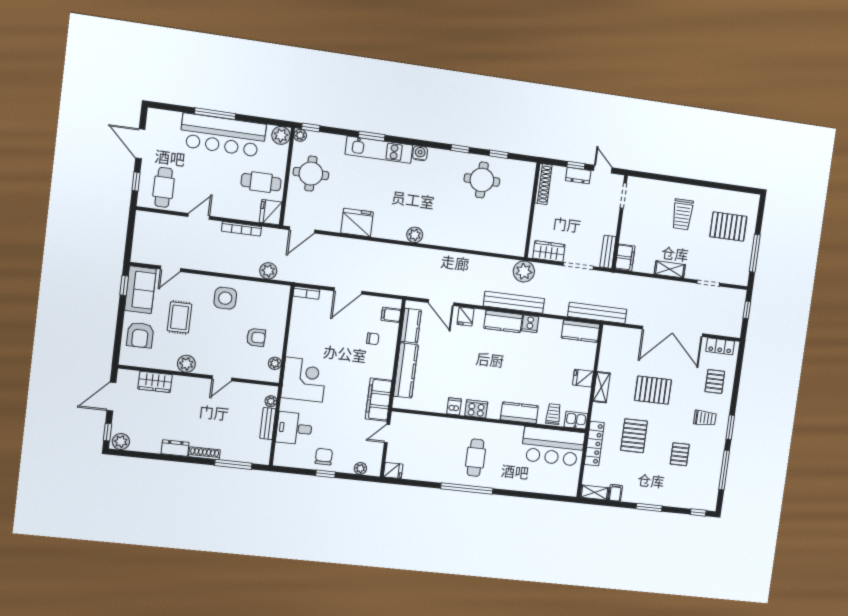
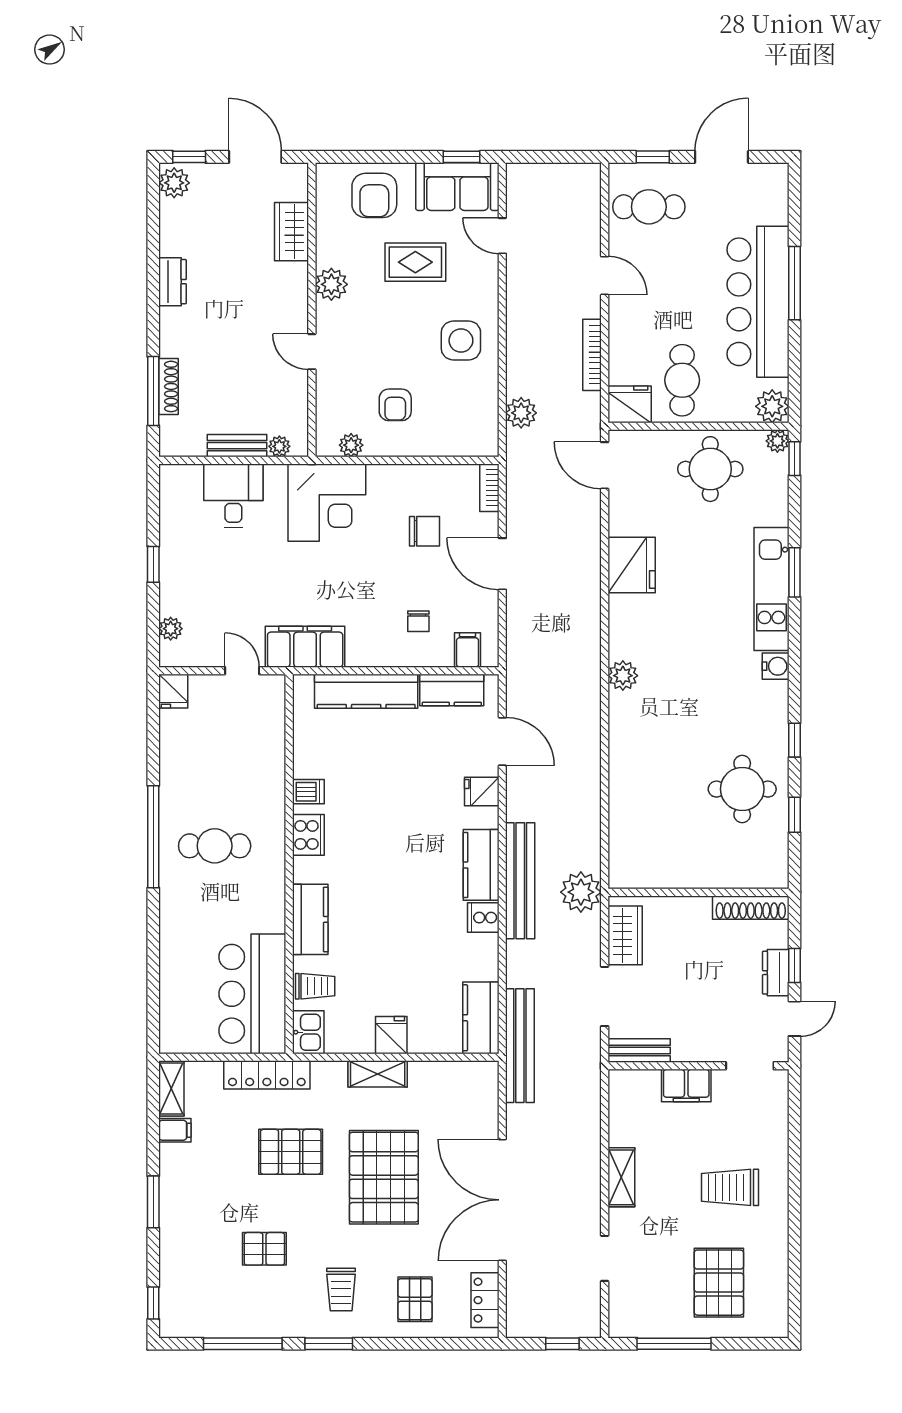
filing cabinet: (625, 257) -> (686, 1086), moved
door: (441, 303) -> (502, 741), swing flipped
armchair: (140, 335) -> (374, 195), turned -90
pallet: (715, 381) -> (415, 1299), turned 90
pallet: (653, 390) -> (384, 1177), width x1.37, depth x1.41
shoe rack: (205, 453) -> (169, 386), moved
chair: (324, 457) -> (424, 531), moved

